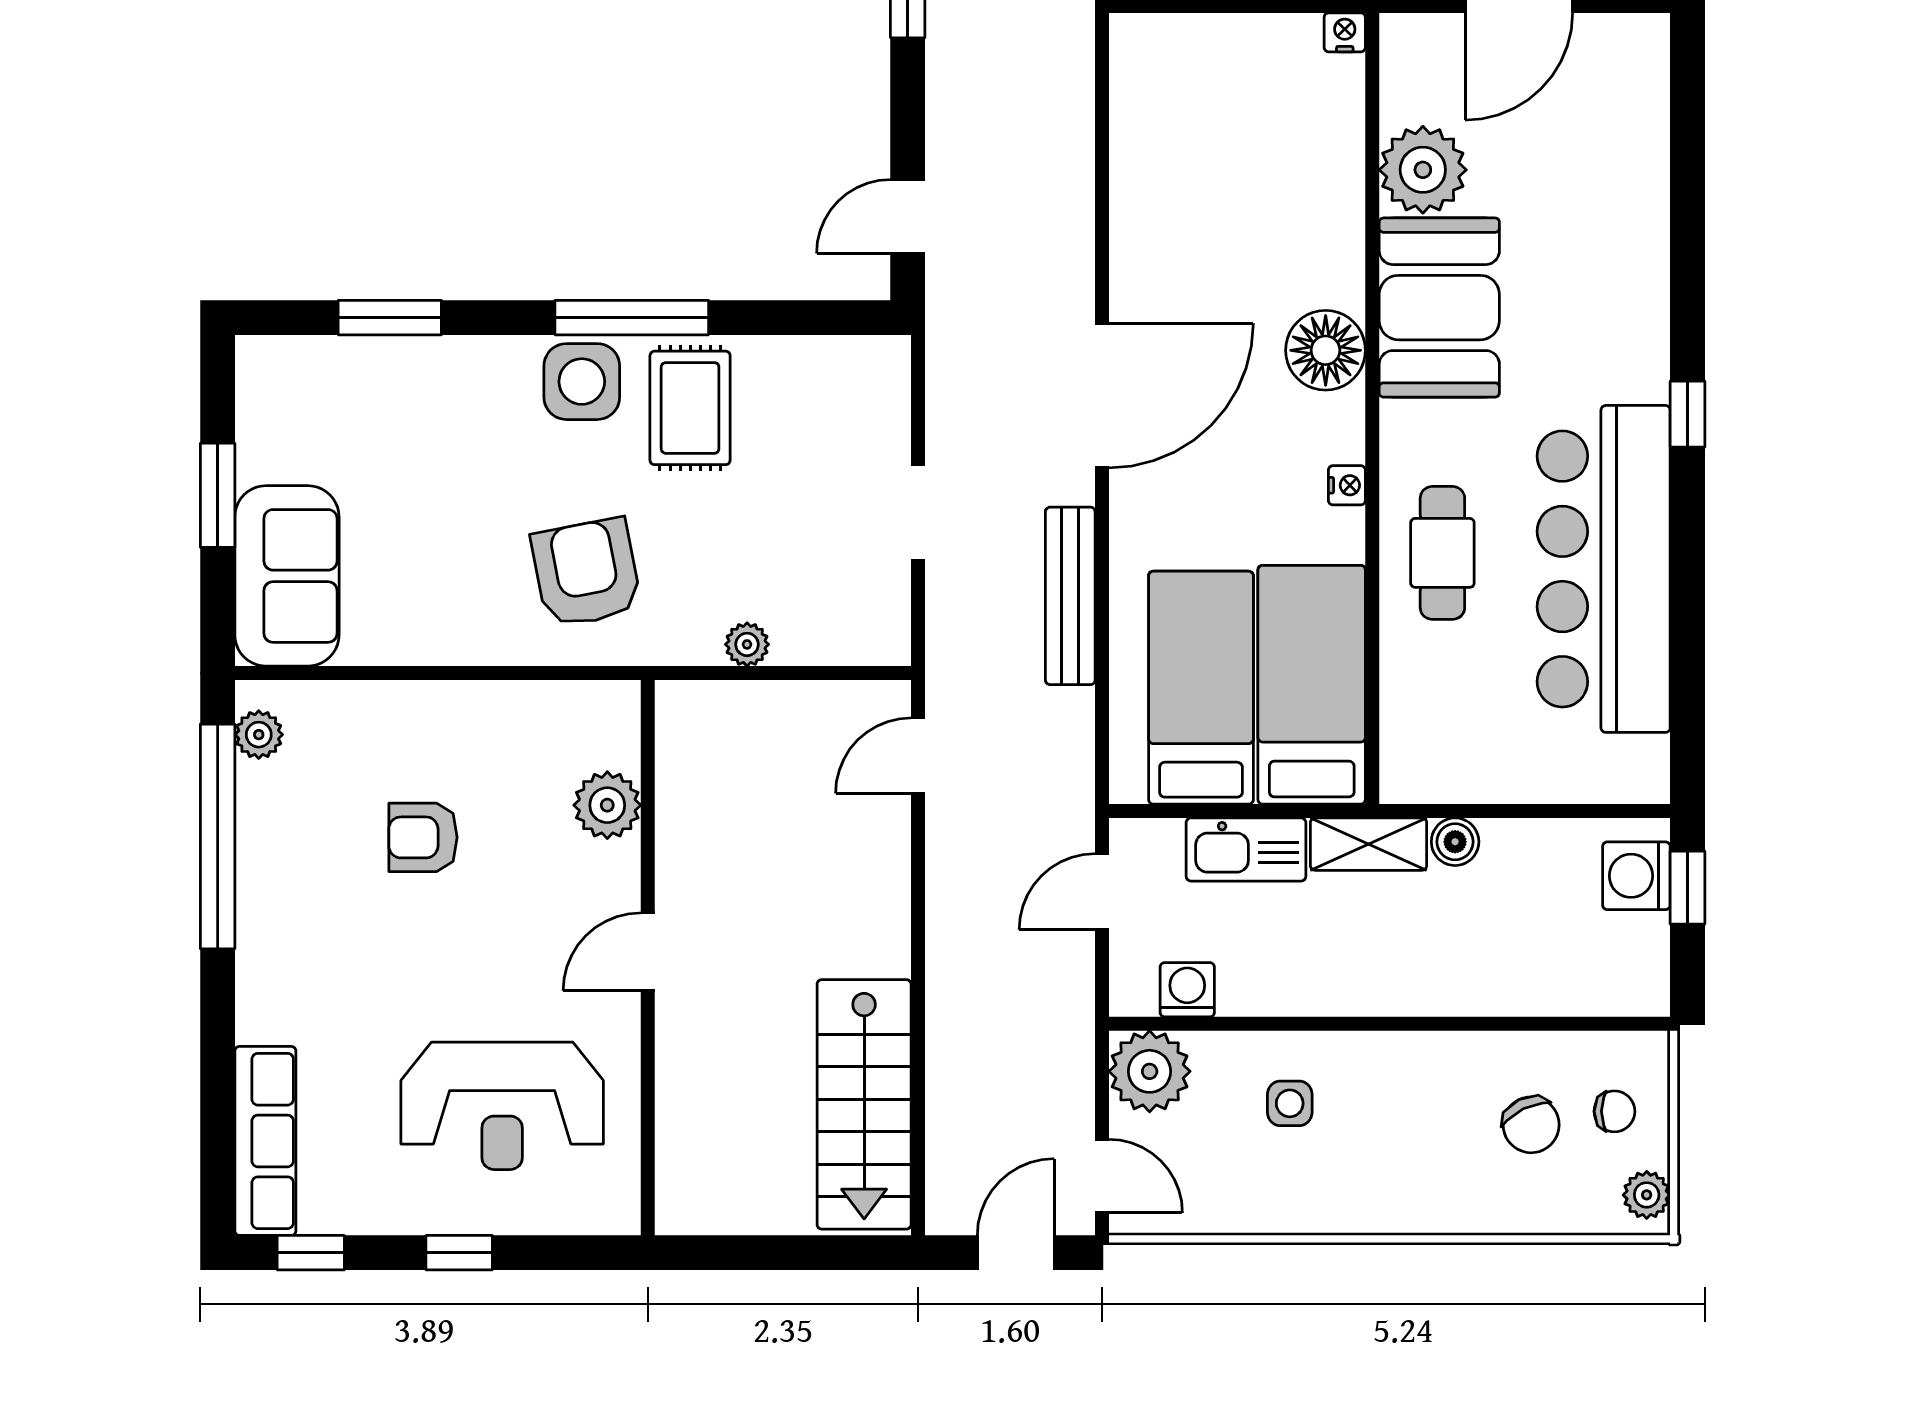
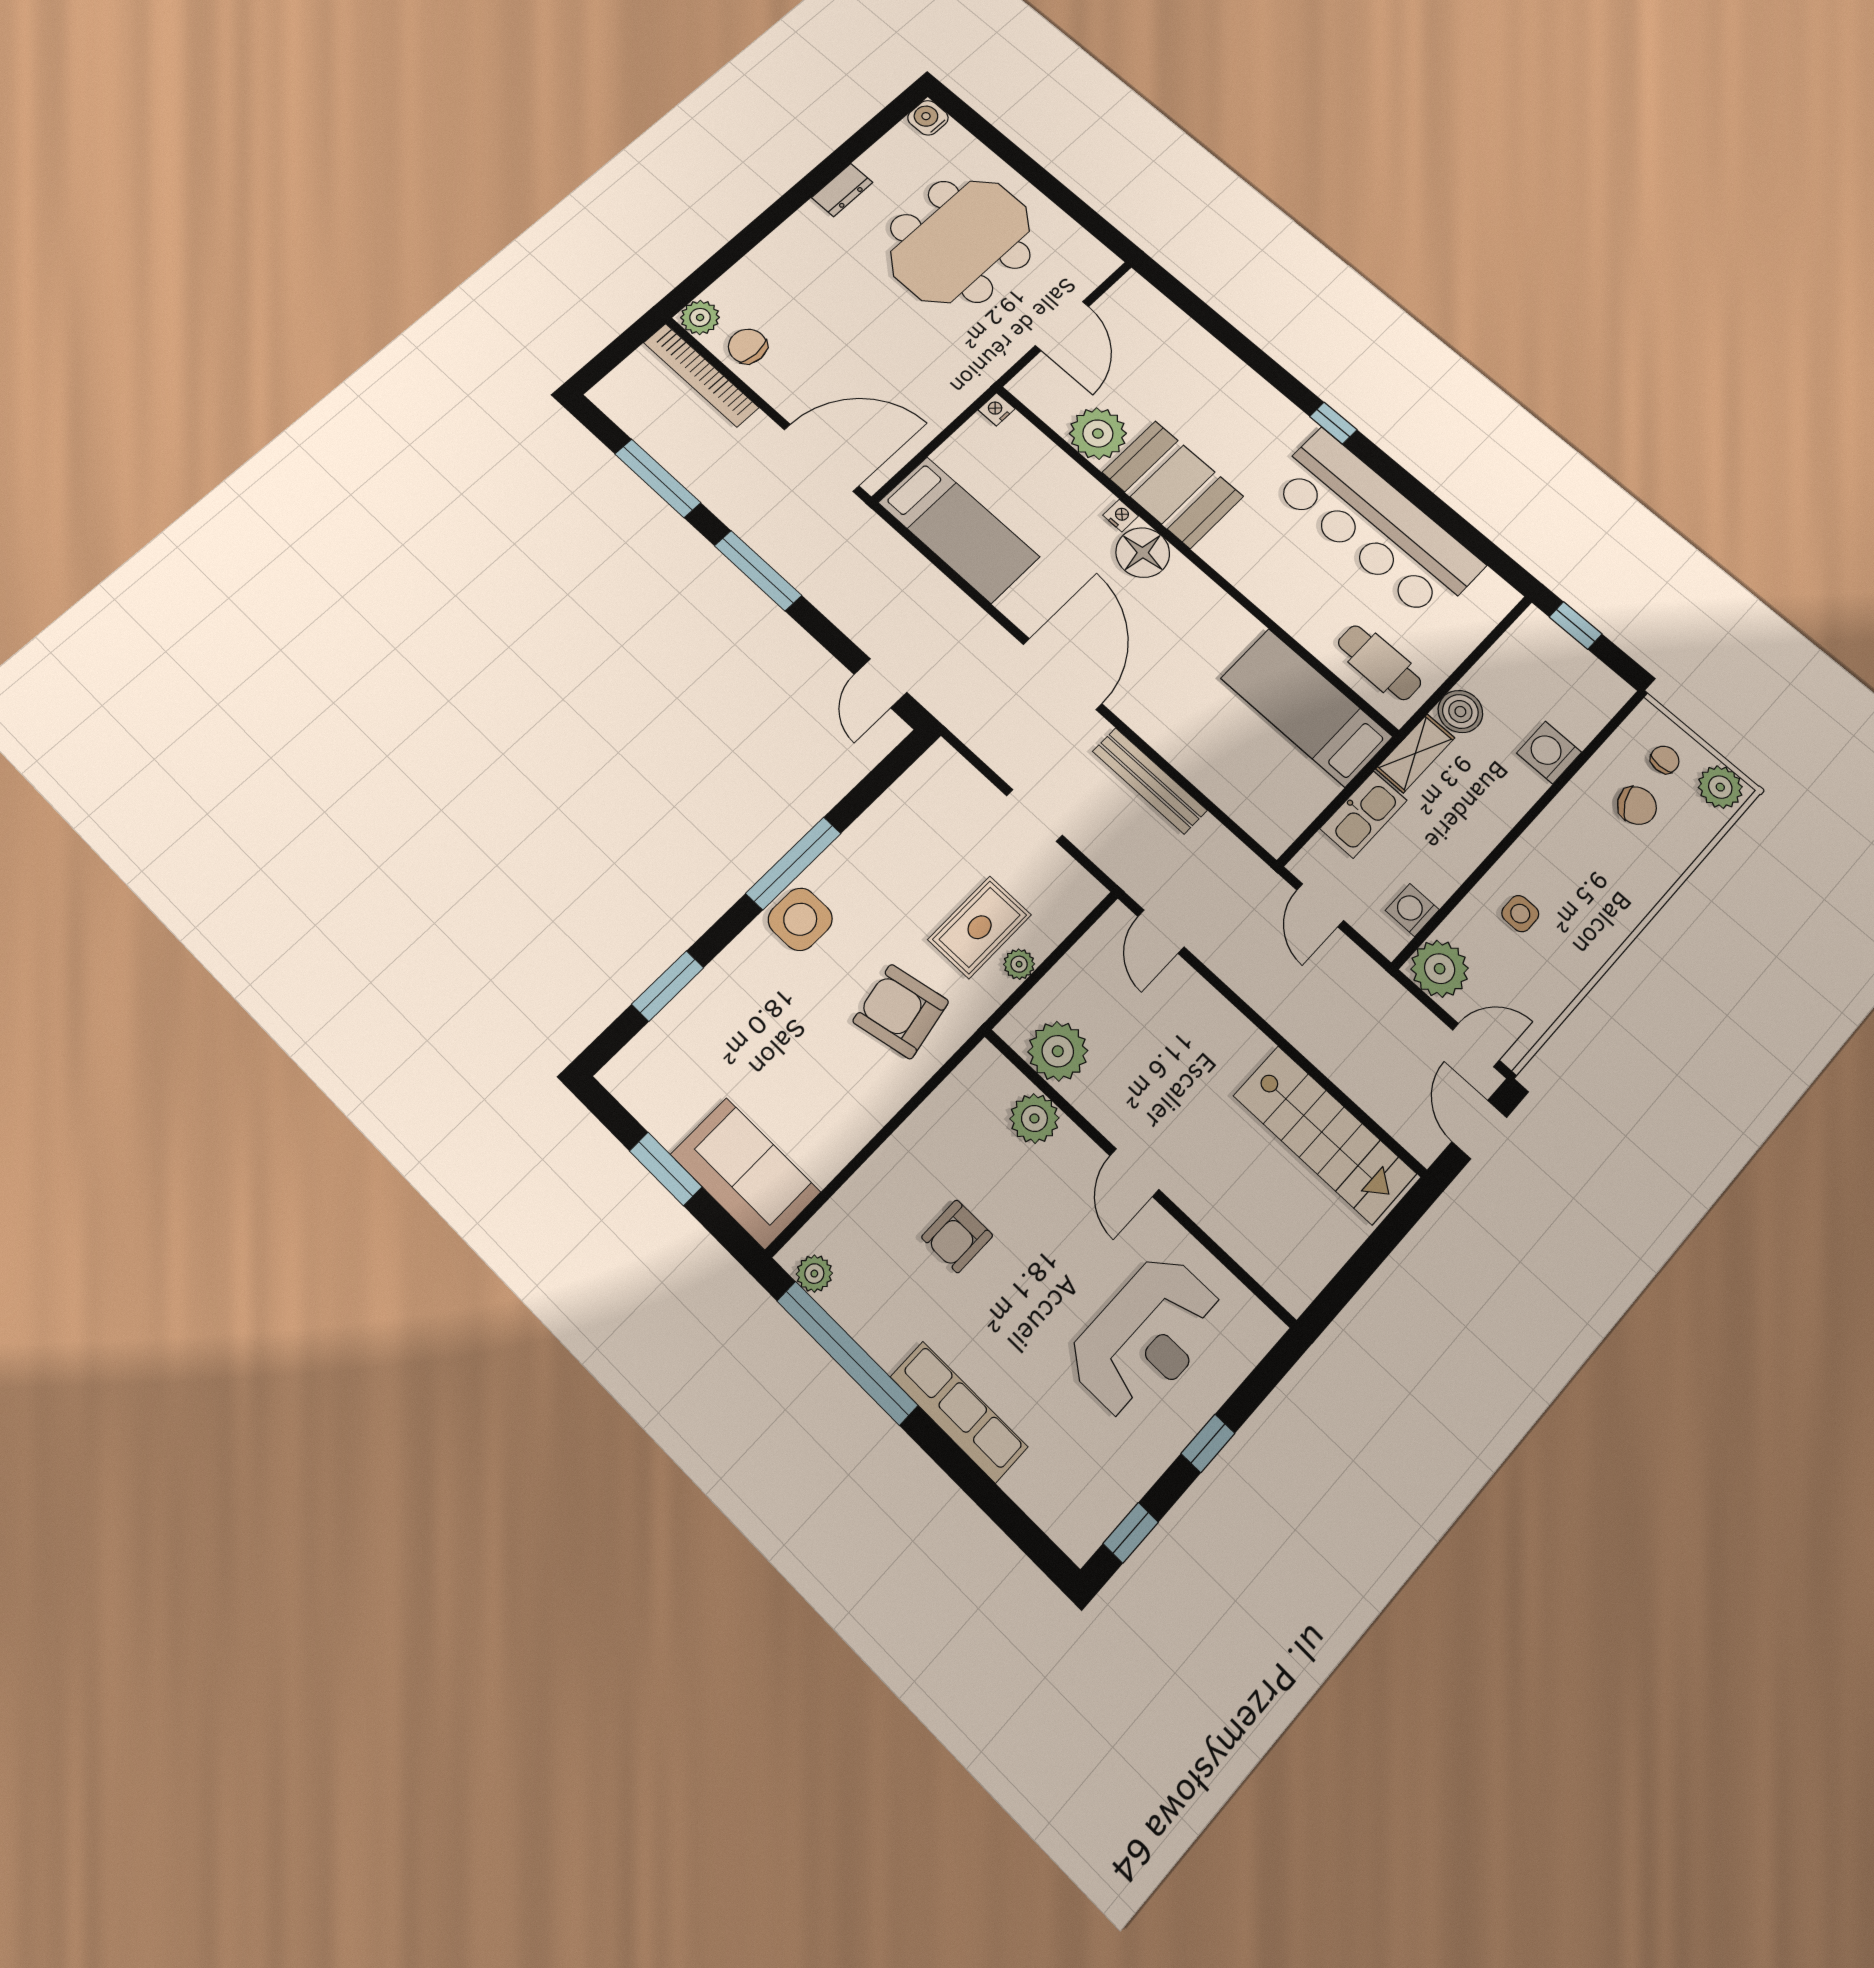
rug: (690, 408) -> (980, 927), moved, turned 90
nightstand: (1347, 485) -> (1121, 516), moved
cafe table: (1442, 553) -> (1379, 663), moved
bed: (1201, 688) -> (959, 530), moved, turned 180
plant: (696, 766) -> (1058, 1051), added
boiler: (1455, 842) -> (1460, 712), width x1.36, depth x1.36
washing machine: (1636, 876) -> (1549, 753), moved, turned 90
row of seats: (265, 1141) -> (959, 1412), moved
plant: (1647, 1195) -> (1720, 787), width x1.38, depth x1.38

